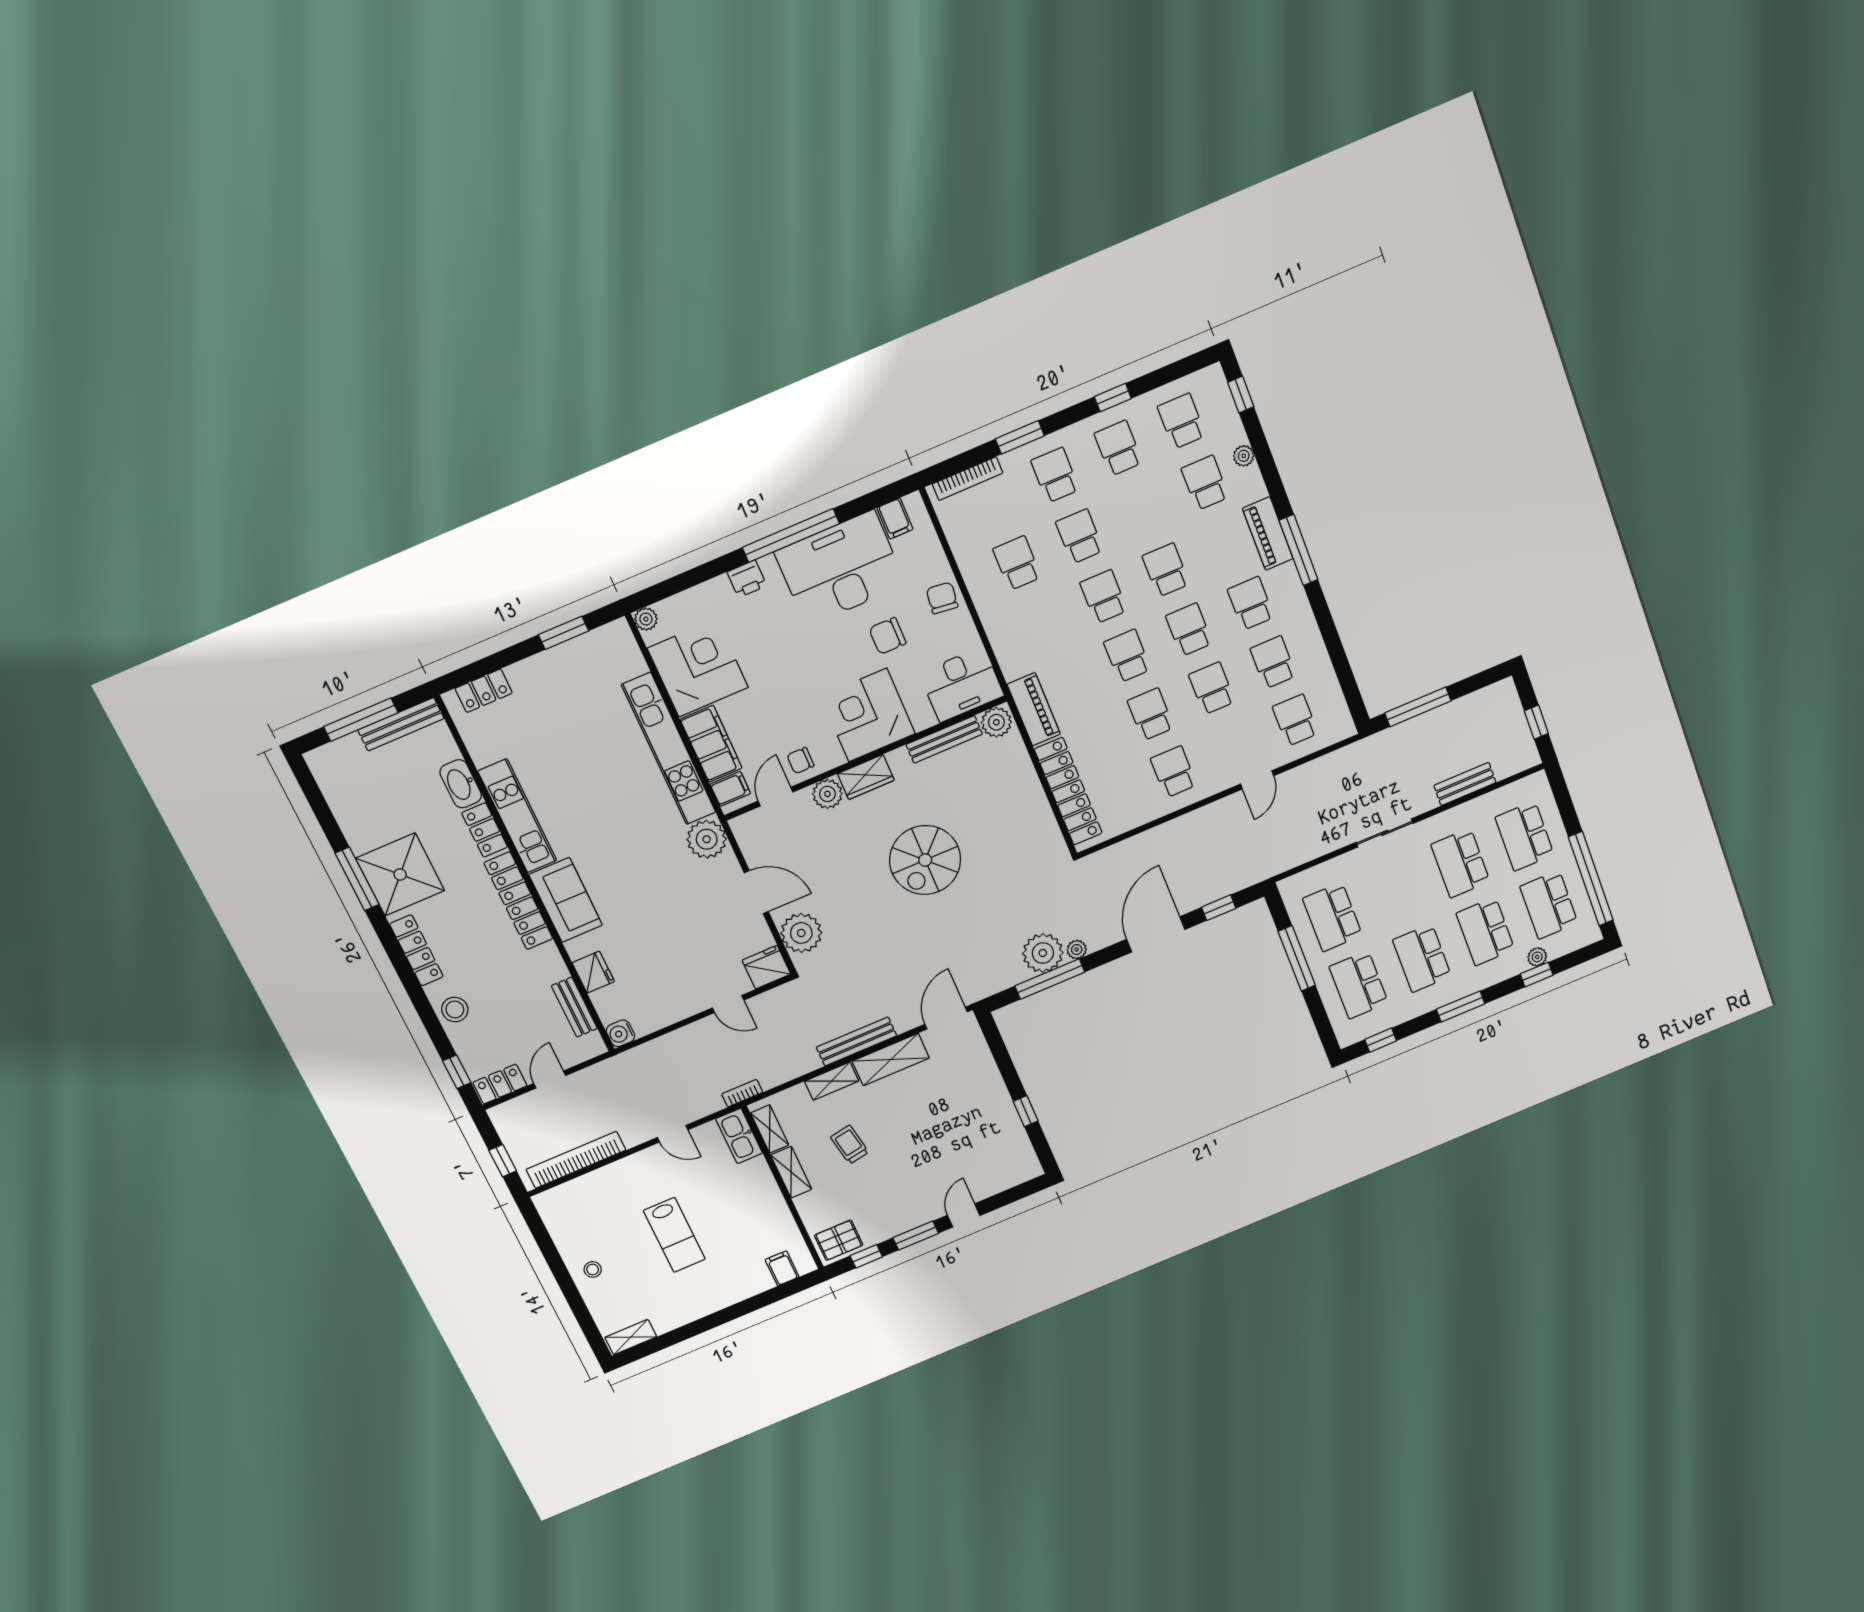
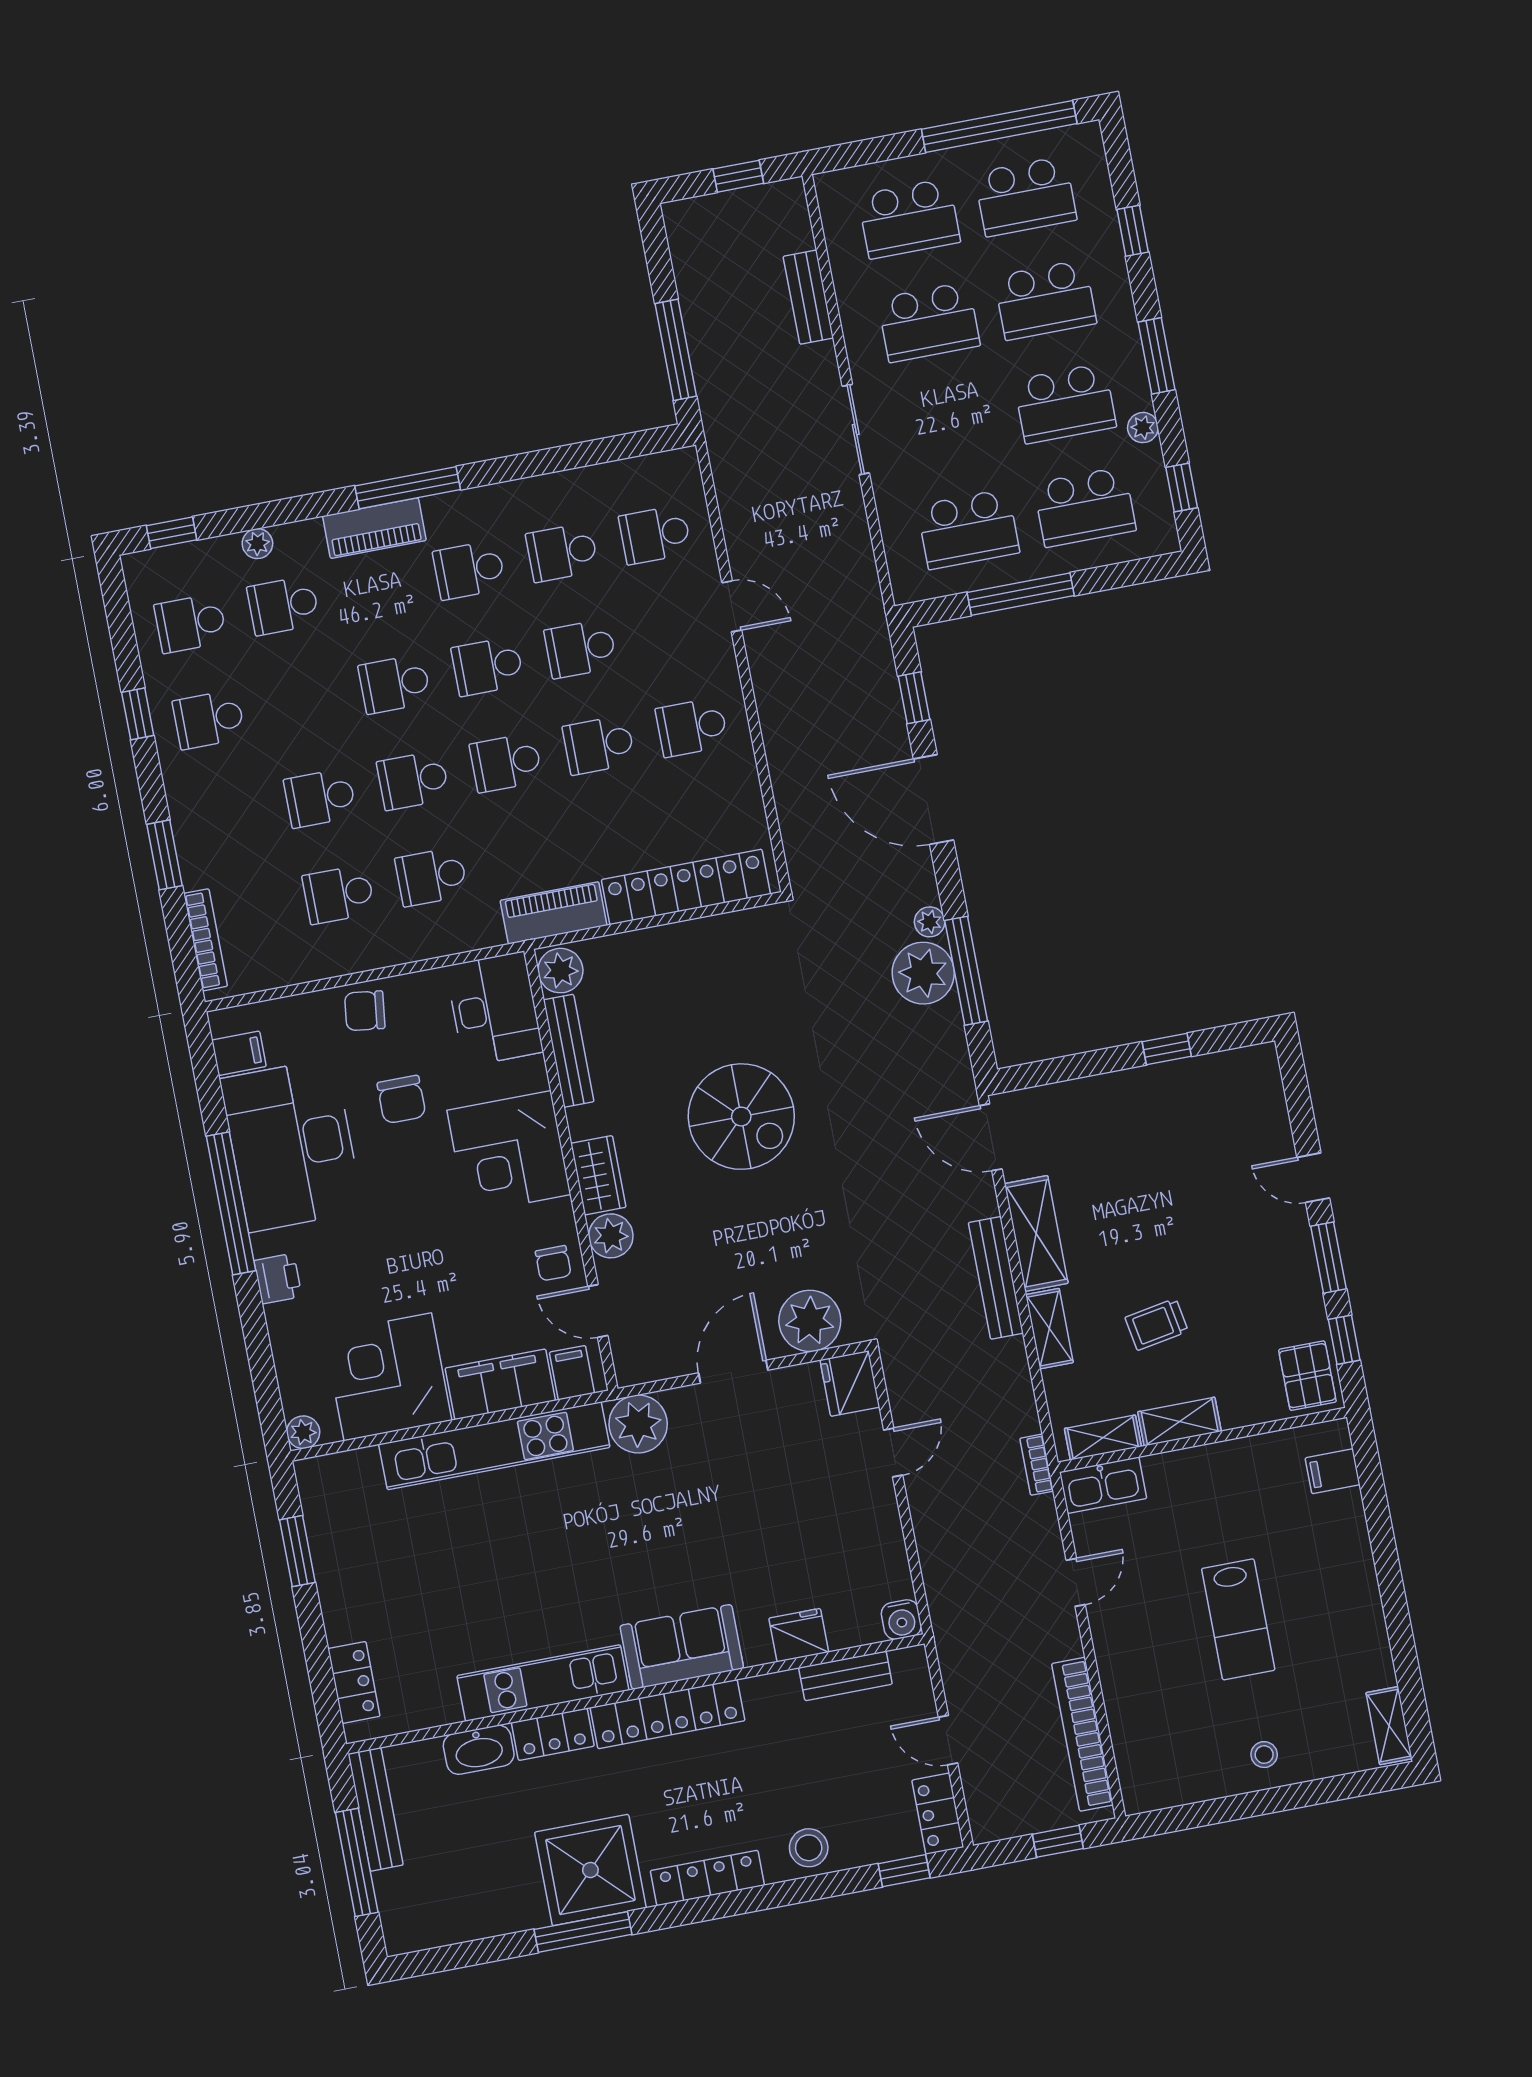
school desk: (1055, 475) -> (431, 877), moved
plant: (1537, 957) -> (1143, 428), moved
lab bench: (674, 1235) -> (1238, 1619), turned 90

